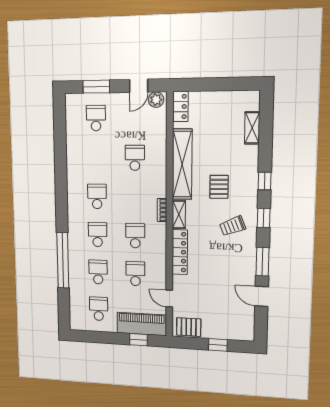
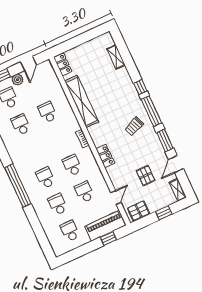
plant: (156, 100) -> (18, 80), moved
pallet: (219, 187) -> (146, 176), moved
school desk: (97, 196) -> (21, 125), moved
shelving: (179, 214) -> (178, 190), moved
window: (264, 218) -> (151, 111), width x2.17
locker: (180, 252) -> (105, 156), width x0.66
window: (63, 260) -> (18, 186), moved
door: (262, 296) -> (176, 164), hinge flipped
door: (169, 299) -> (116, 198), swing flipped

